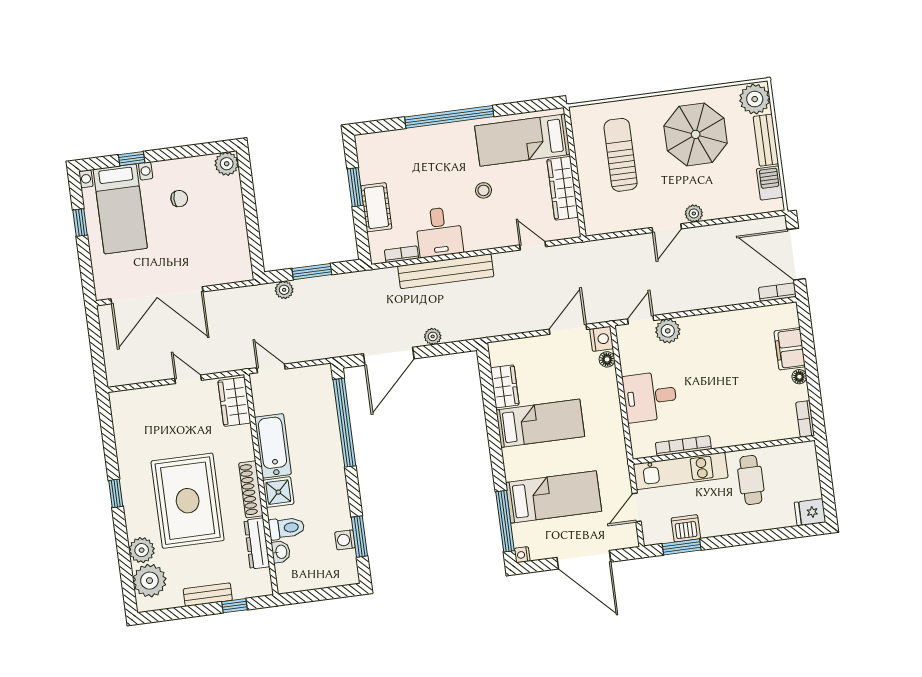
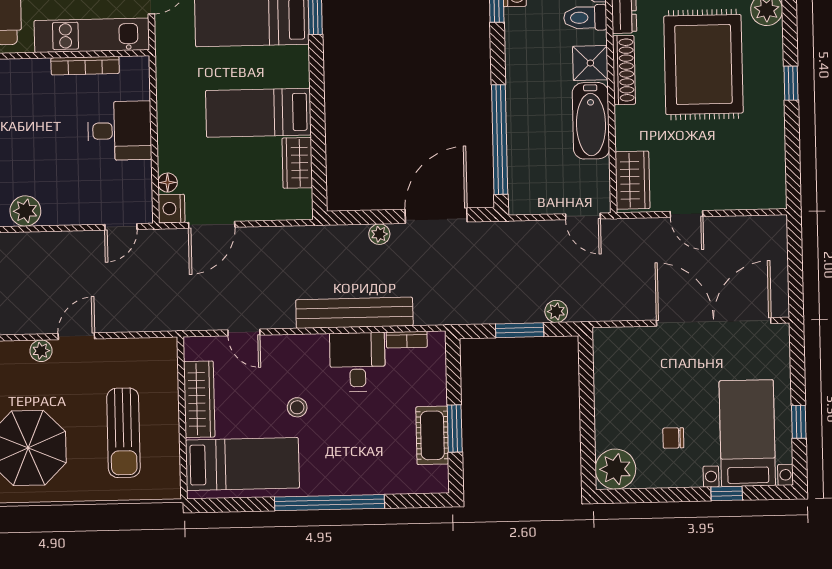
plant: (227, 164) -> (615, 469), width x1.36, depth x1.36
cot: (376, 207) -> (432, 435), moved
plant: (668, 331) -> (25, 211), moved

